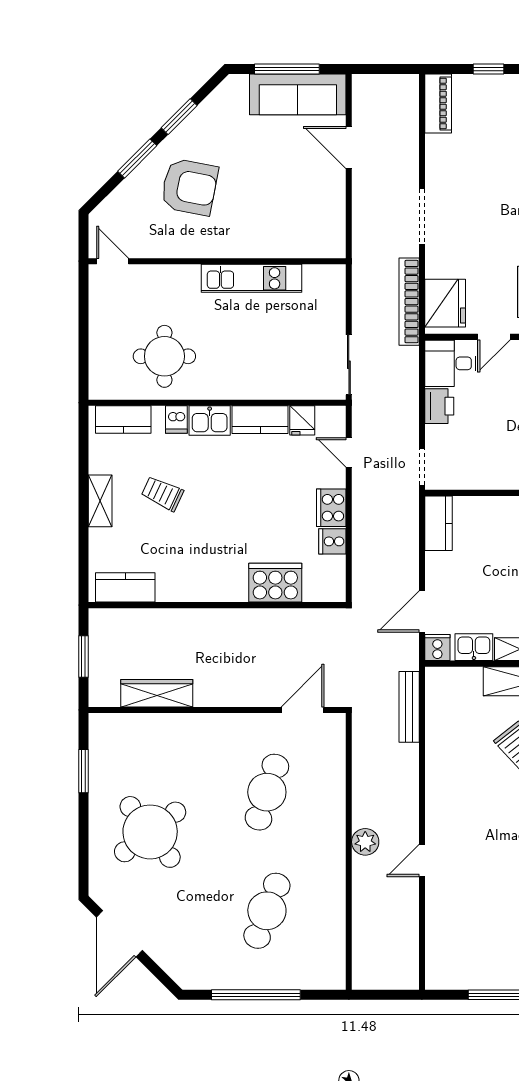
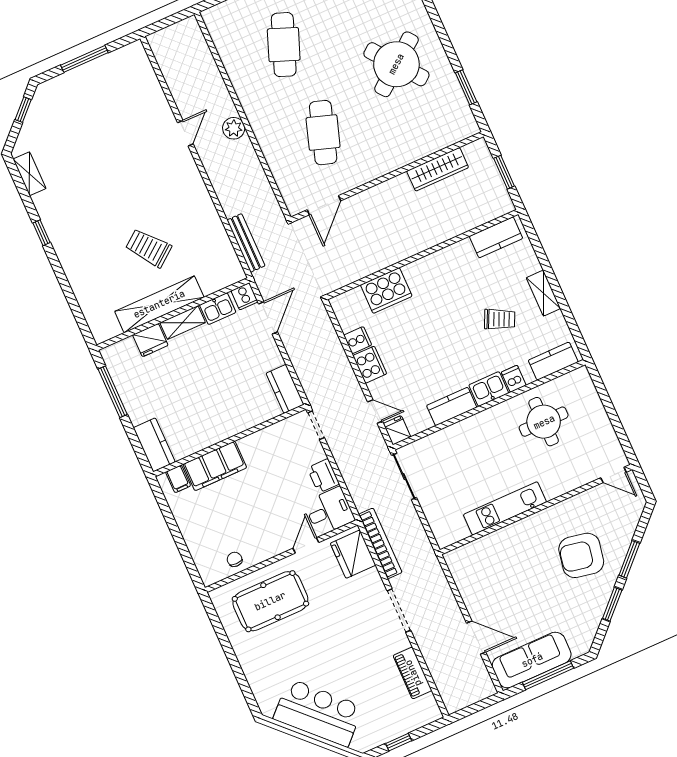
piano: (438, 103) -> (413, 673), moved
fridge: (302, 420) -> (397, 430), moved

